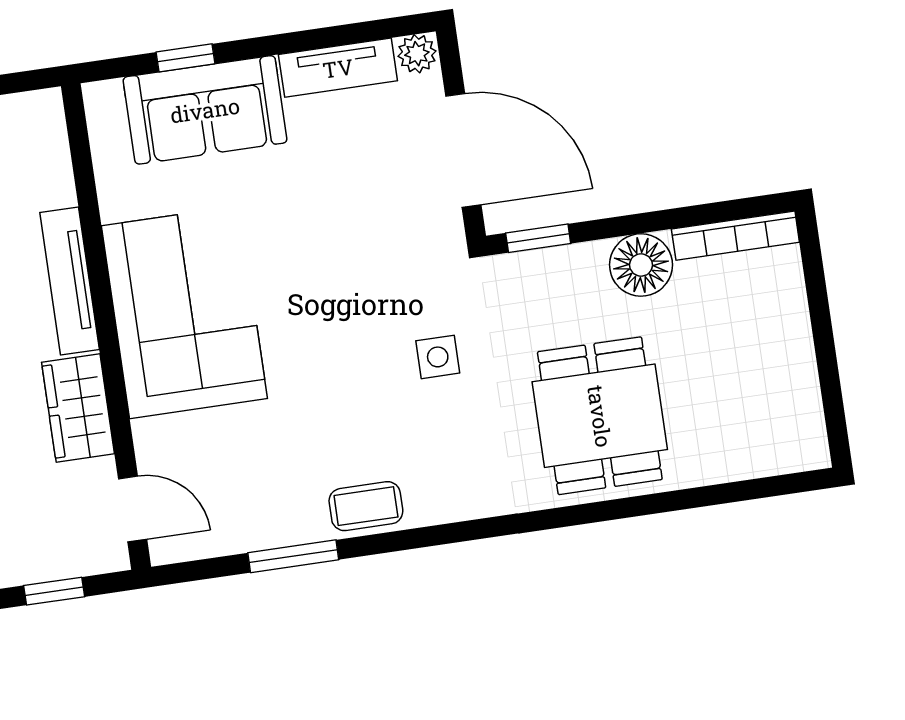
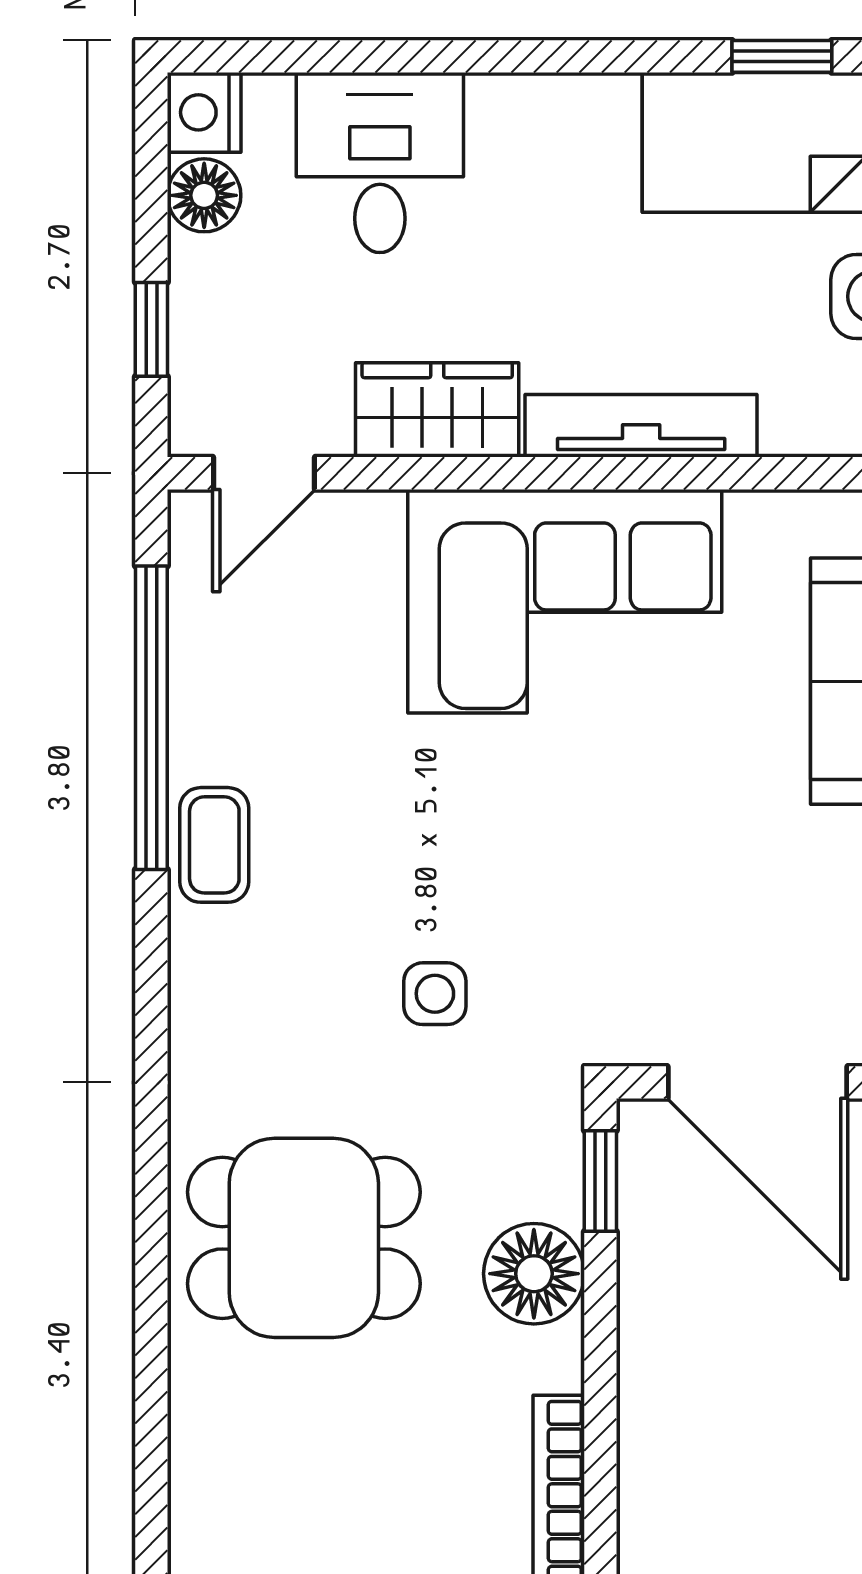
door: (463, 150) -> (757, 1082), hinge flipped
floor lamp: (641, 265) -> (534, 1274), moved
window: (293, 556) -> (151, 718), width x2.11

